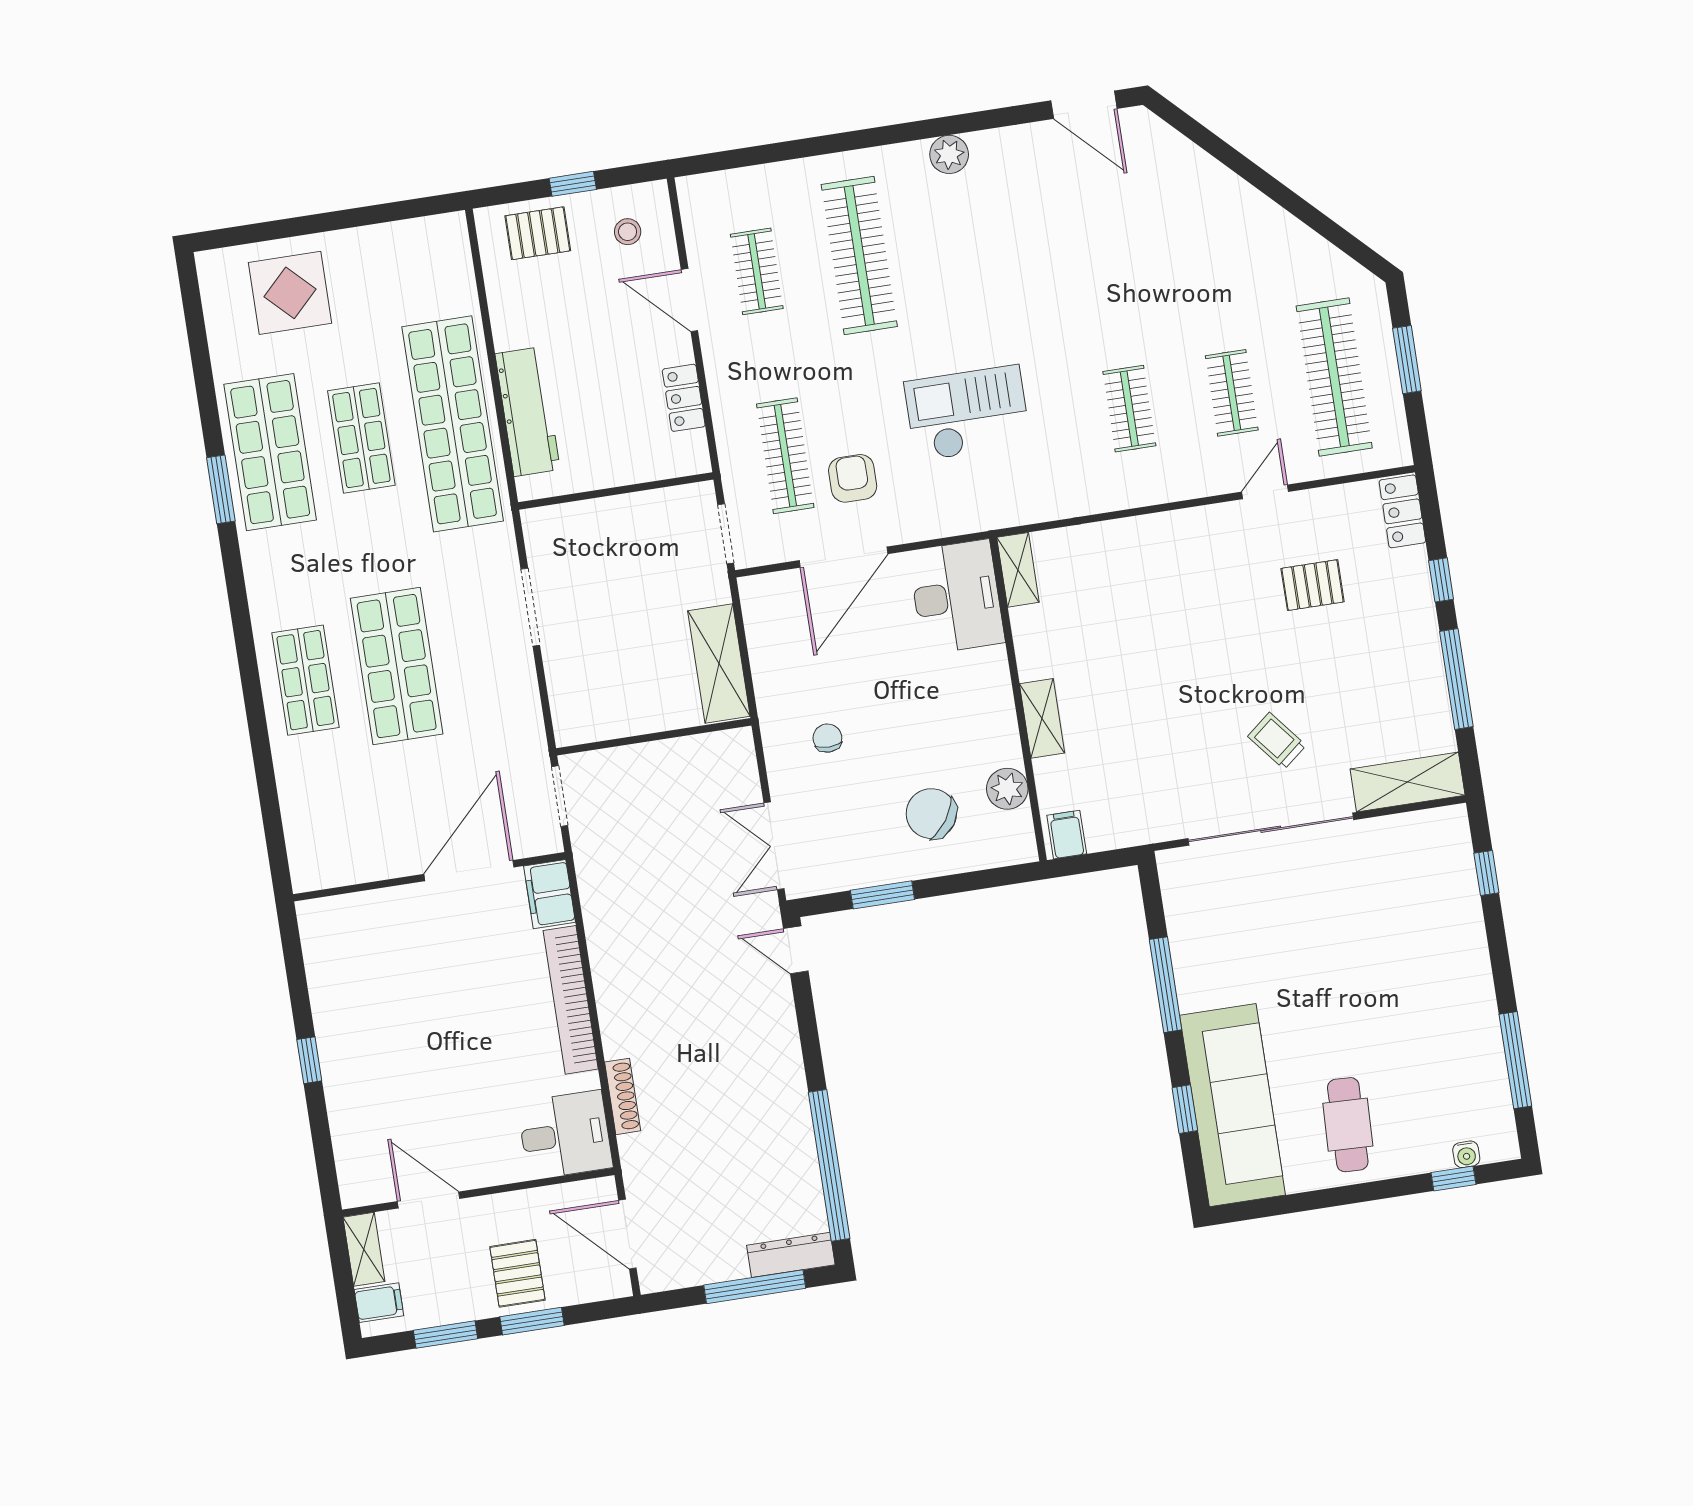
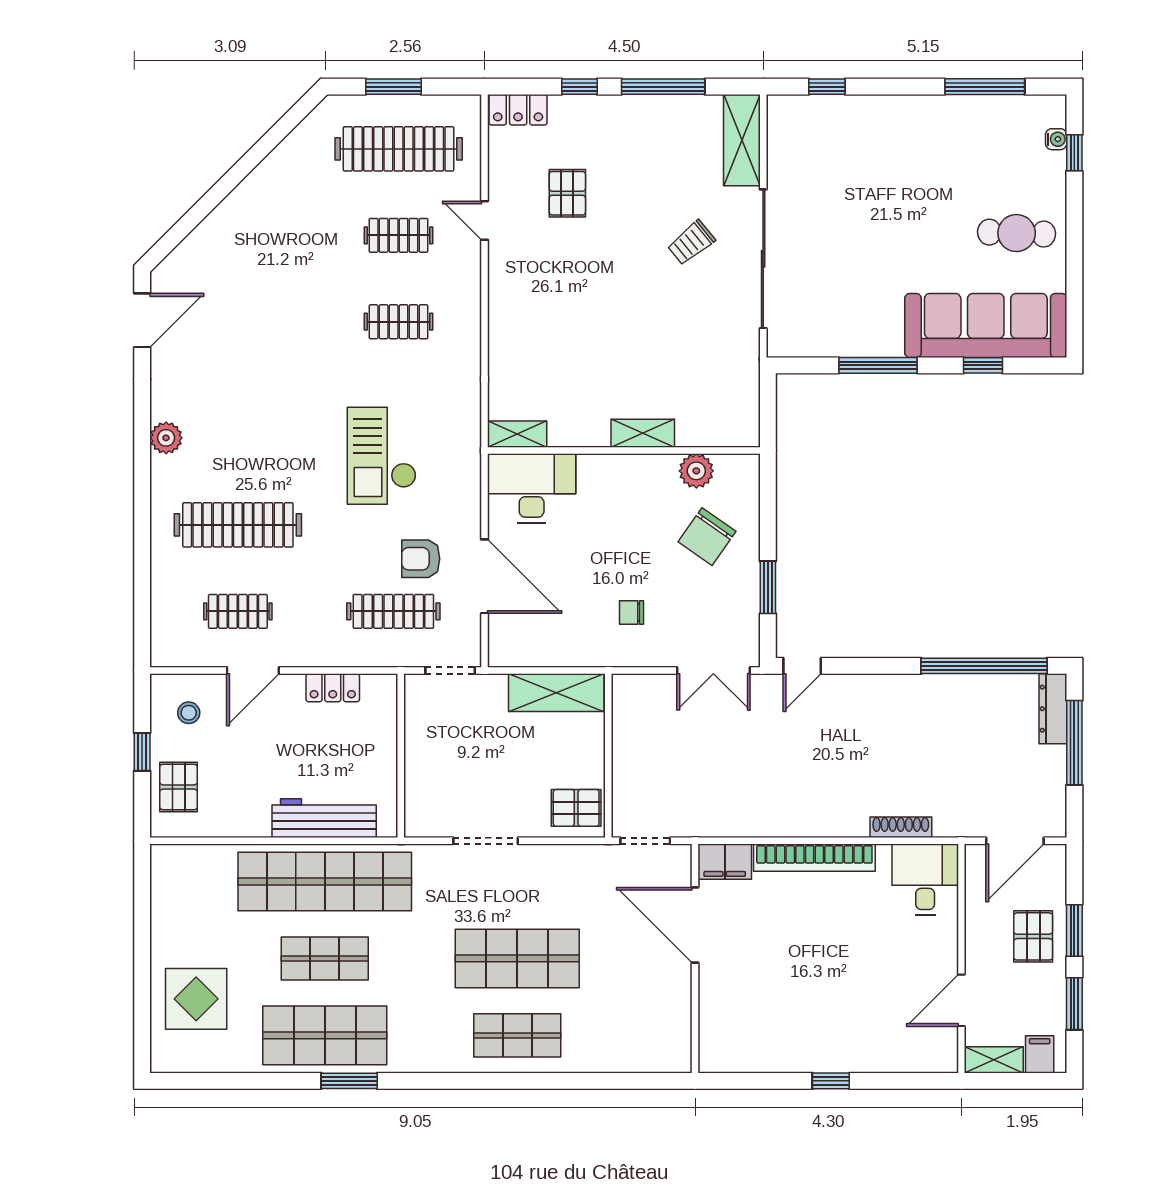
pallet: (586, 708) -> (576, 808), added
filing cabinet: (1067, 835) -> (742, 428), removed
pallet: (517, 1273) -> (1033, 936), turned 90

